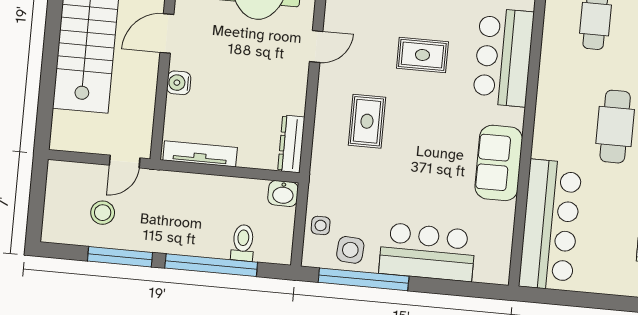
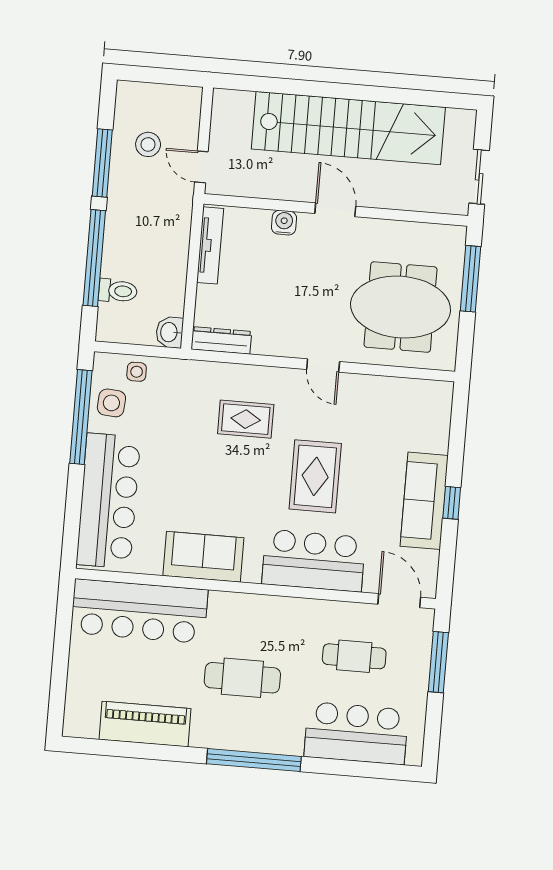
rug: (422, 55) -> (315, 476), width x1.36, depth x1.43
bar counter: (427, 252) -> (108, 501), width x1.36

